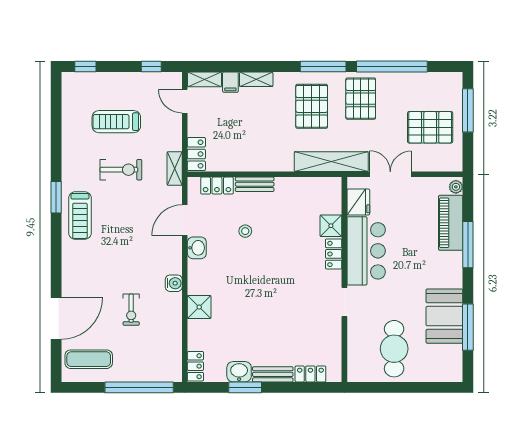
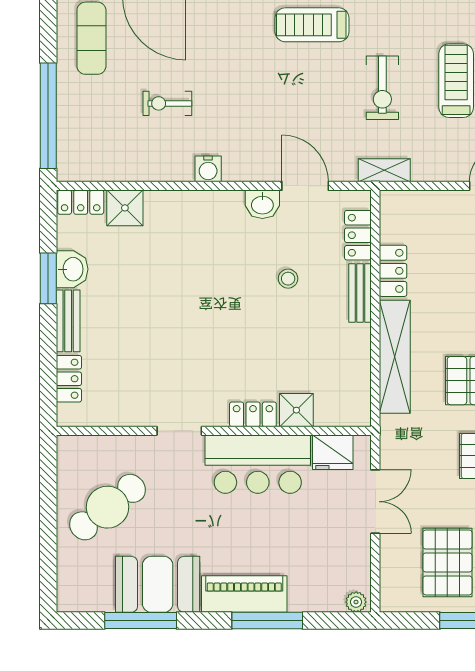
locker: (196, 154) -> (393, 271), moved, turned -90
shelving: (331, 162) -> (395, 357), moved
piano: (451, 223) -> (244, 594), moved
shower: (199, 307) -> (125, 208), moved
cafe table: (394, 349) -> (107, 507), turned -38

